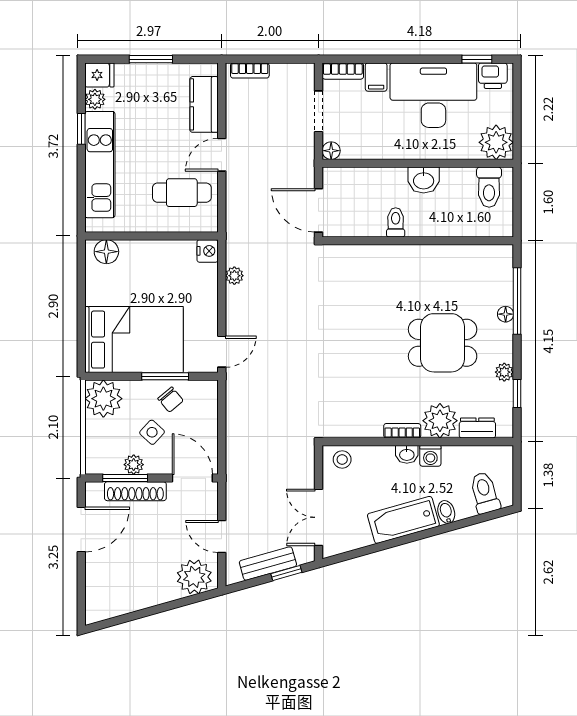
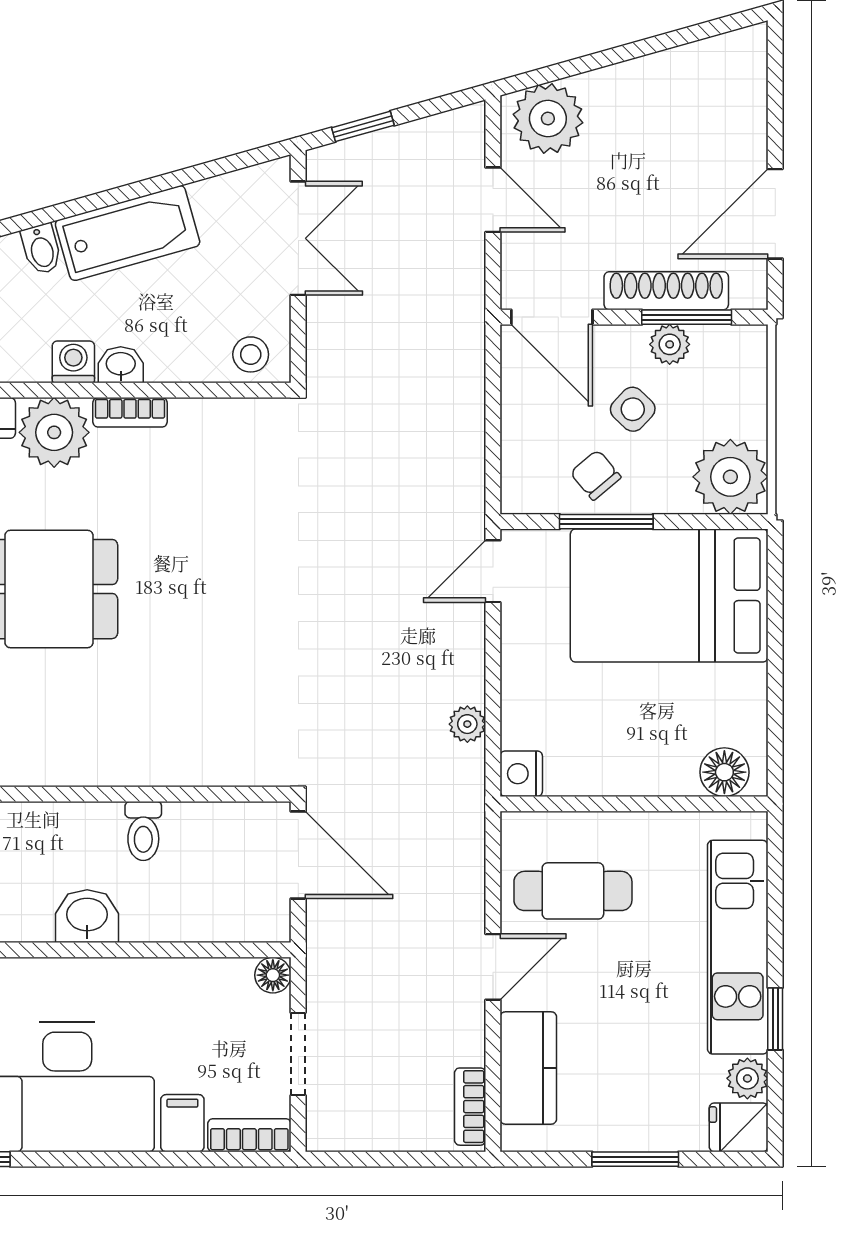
bookcase: (250, 70) -> (470, 1107), moved, turned -90
bench: (268, 564) -> (400, 145), removed

